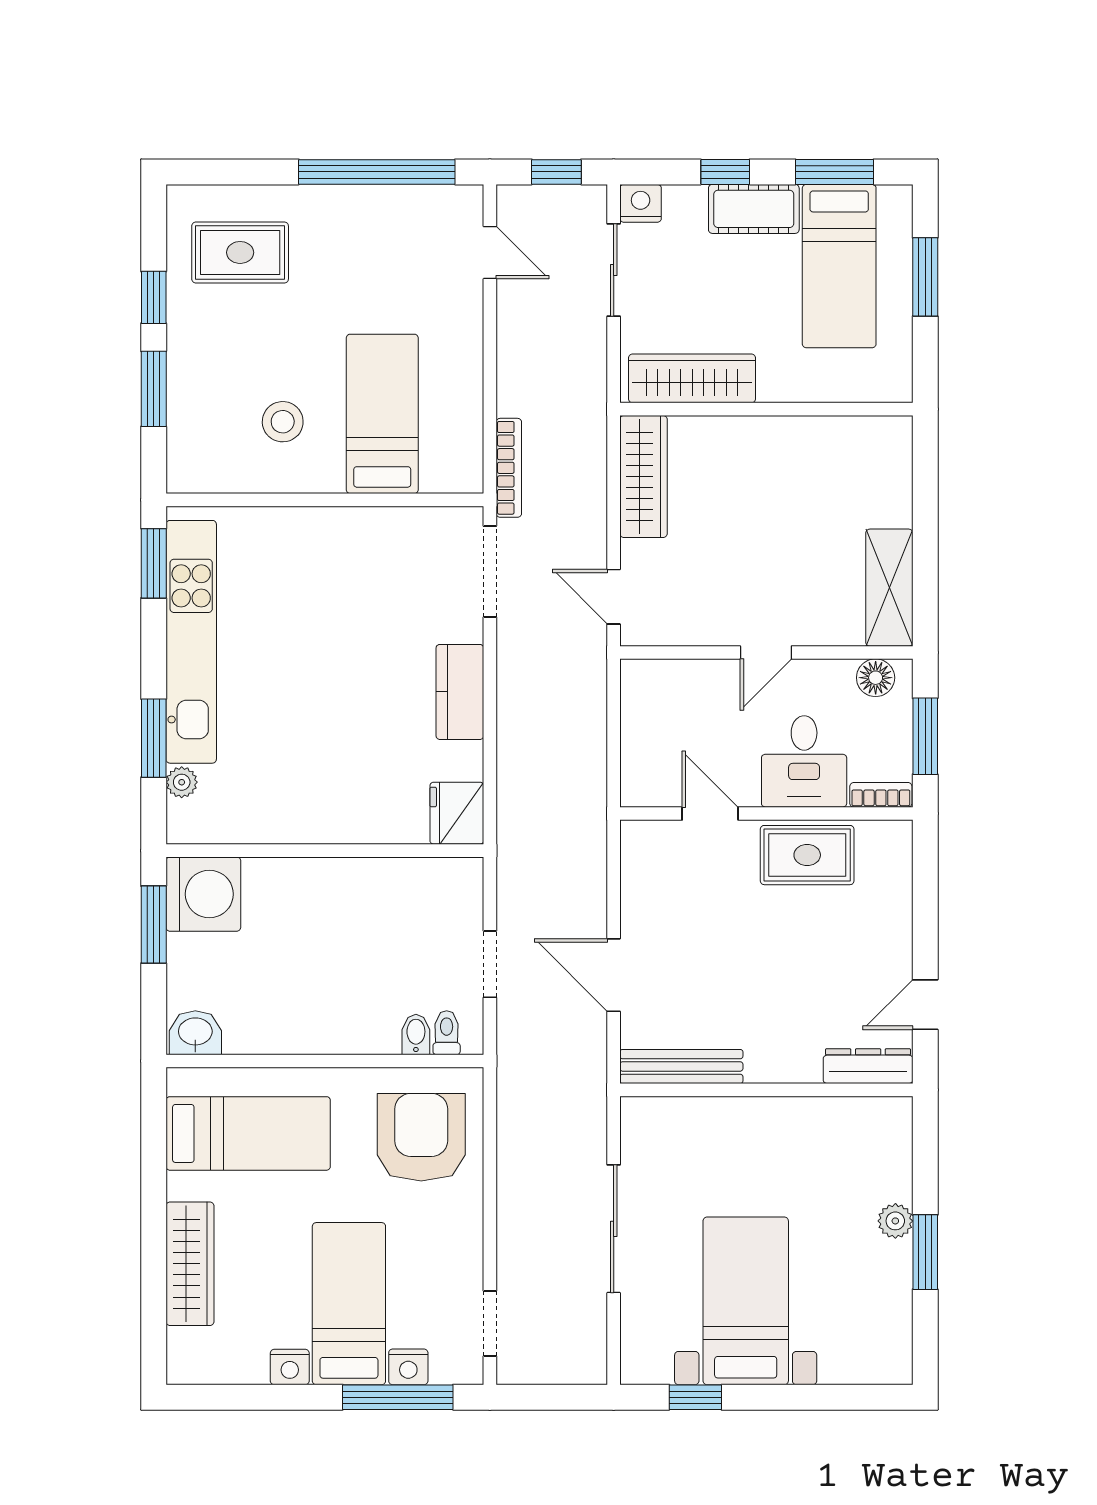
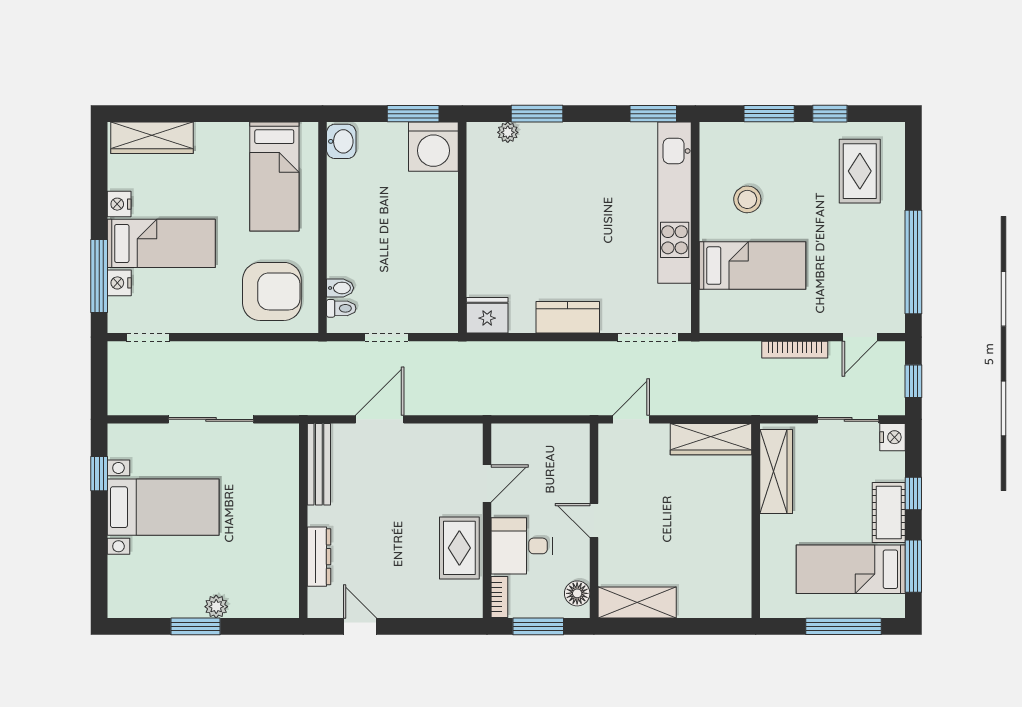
window: (925, 277) -> (844, 626), width x1.44
bookcase: (509, 468) -> (795, 350), moved
kitchen unit: (191, 642) -> (675, 203), moved, turned 90
dresser: (868, 1066) -> (319, 557), moved
wardrobe: (190, 1264) -> (152, 138), moved

